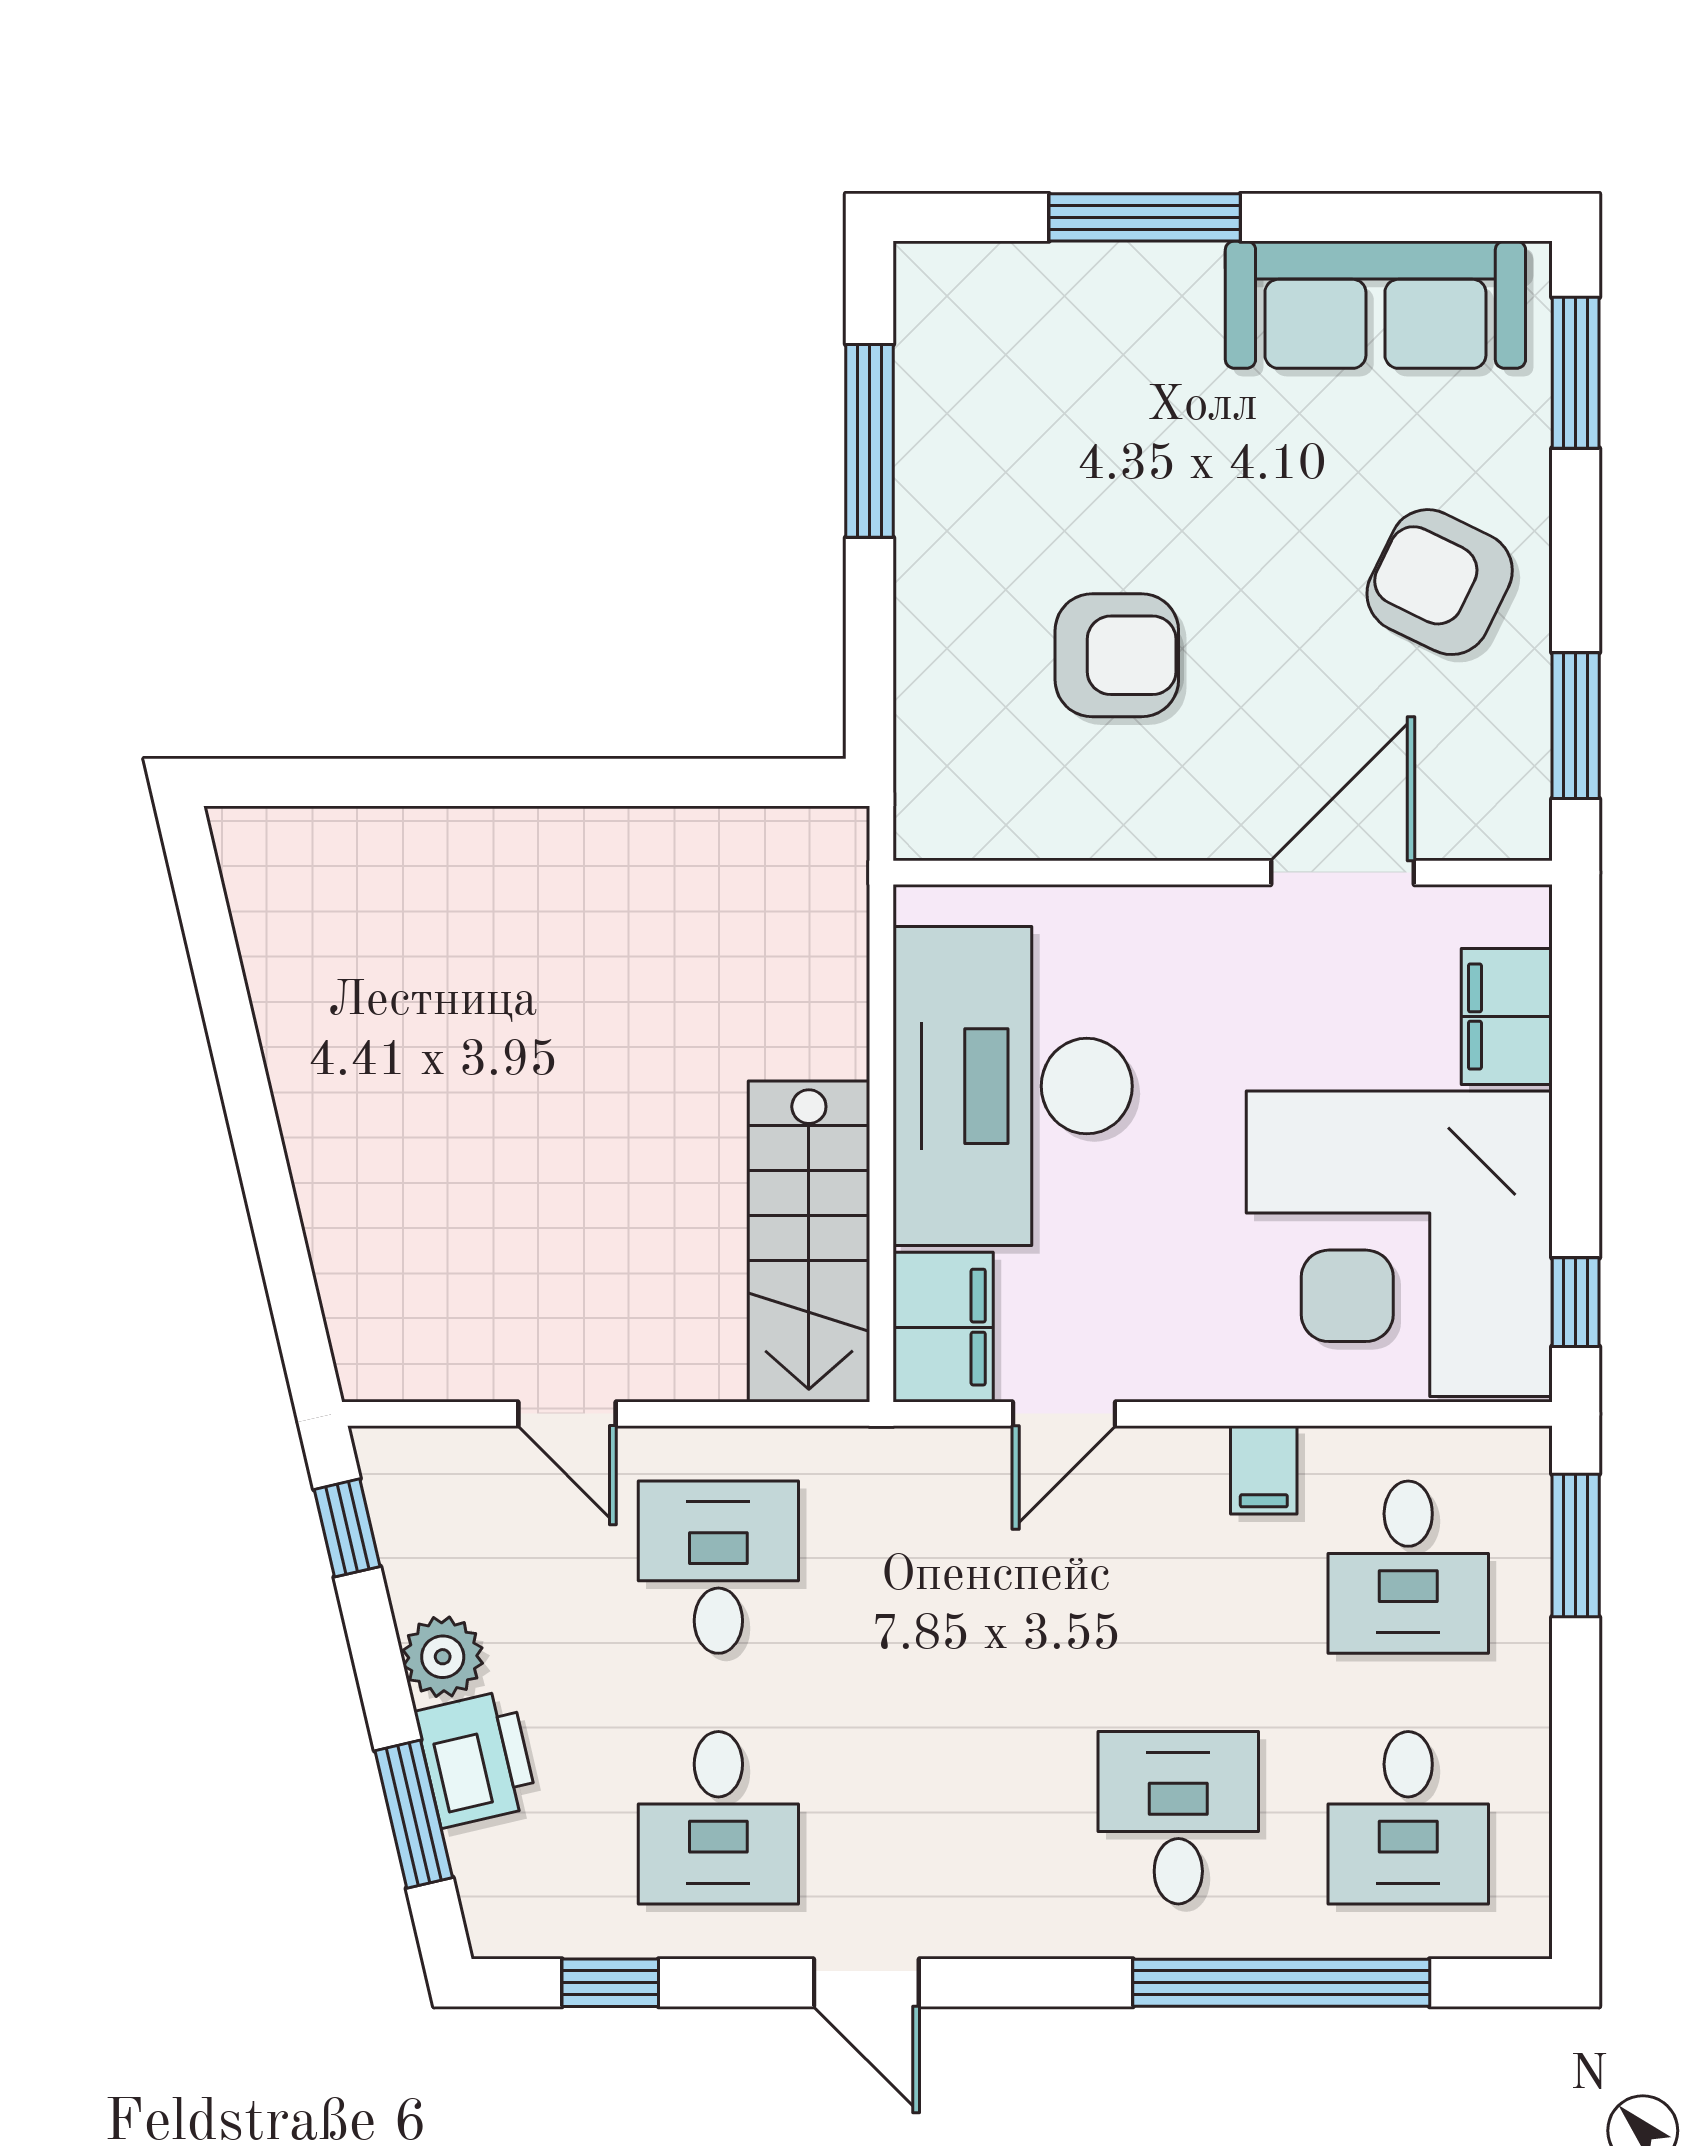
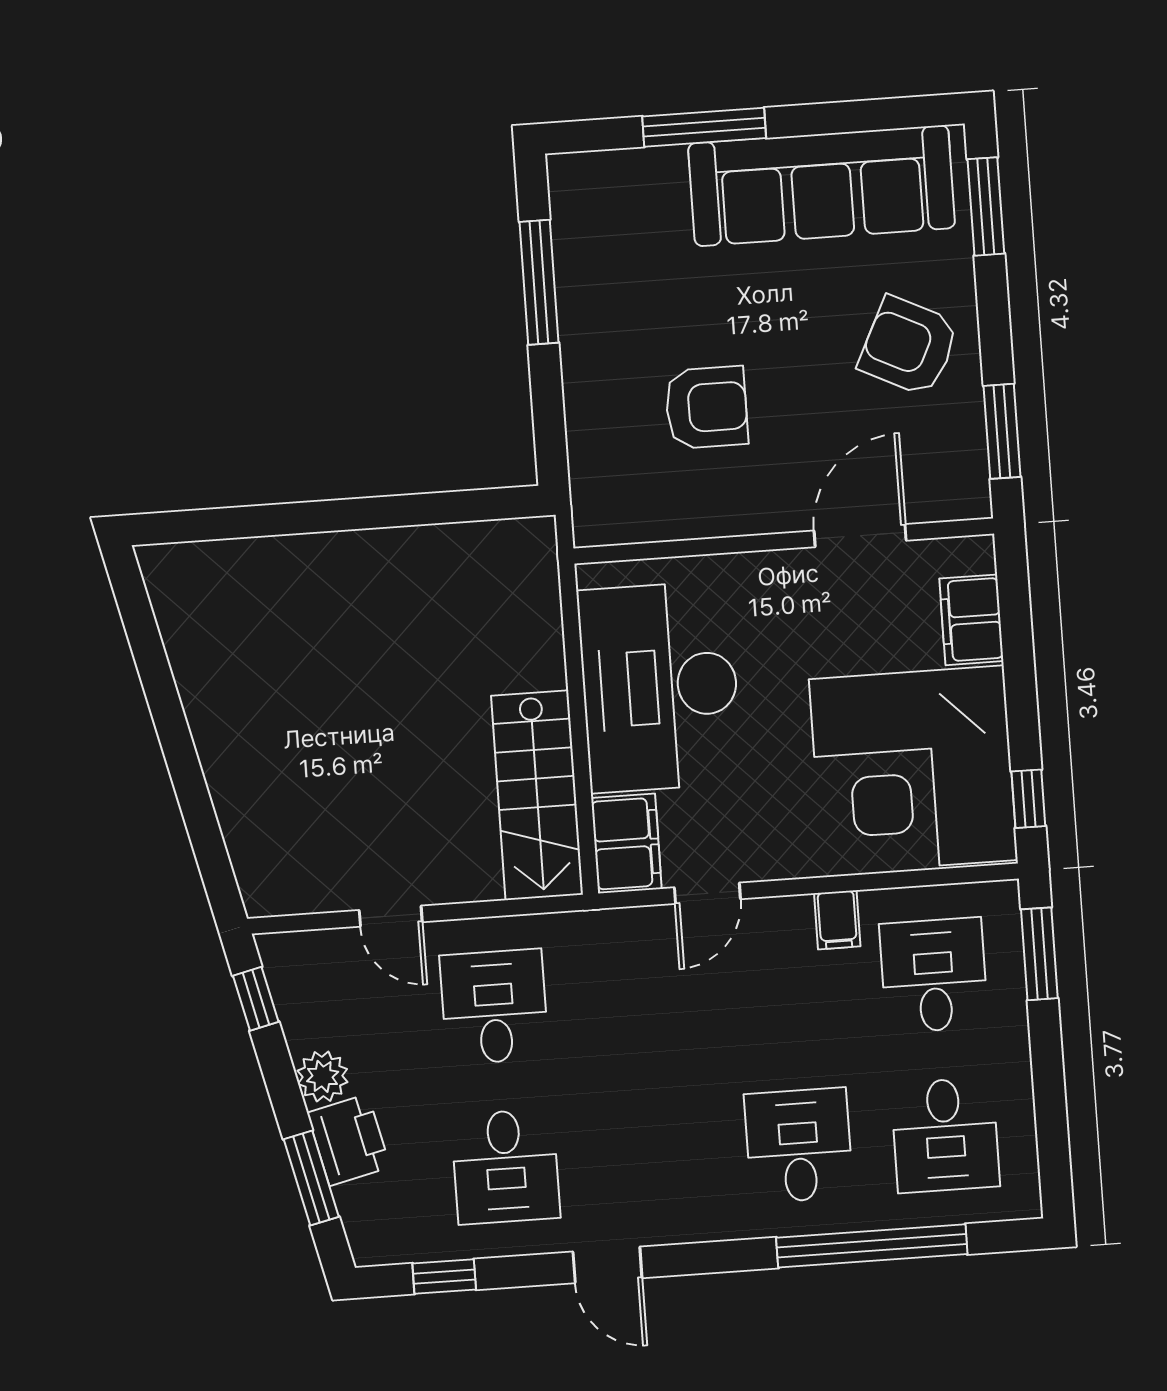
sofa: (1375, 305) -> (822, 186), width x1.36, depth x1.27
desk: (1408, 1567) -> (934, 975), turned 180

